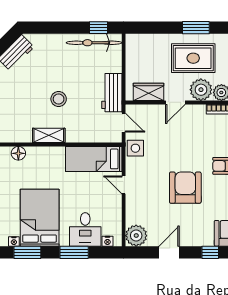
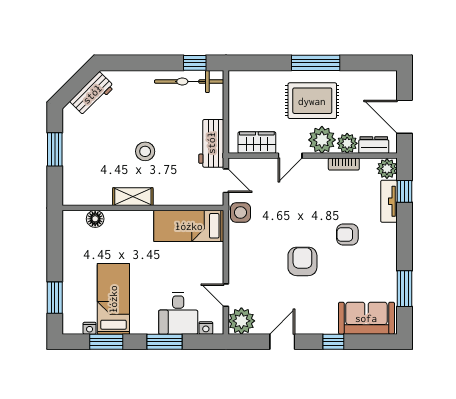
window: (196, 28) -> (316, 63), width x1.44
door: (124, 185) -> (226, 295), moved
armchair: (185, 188) -> (302, 261), width x0.73, depth x0.73
bed: (40, 218) -> (113, 299), width x0.67

